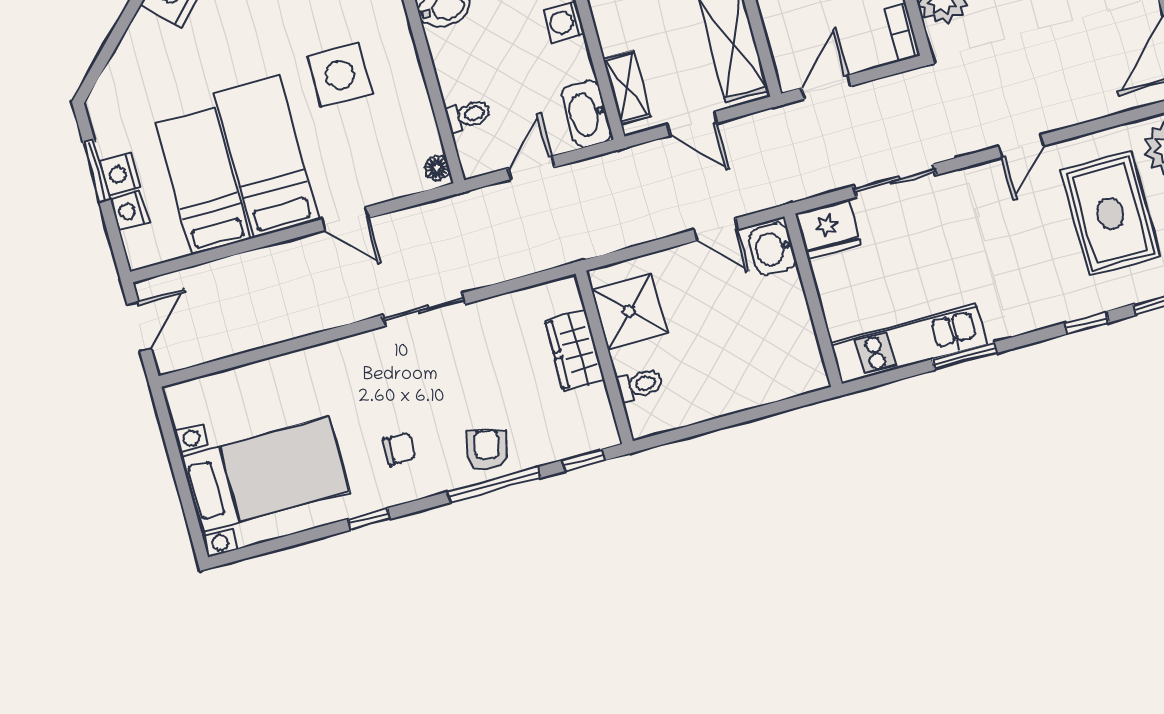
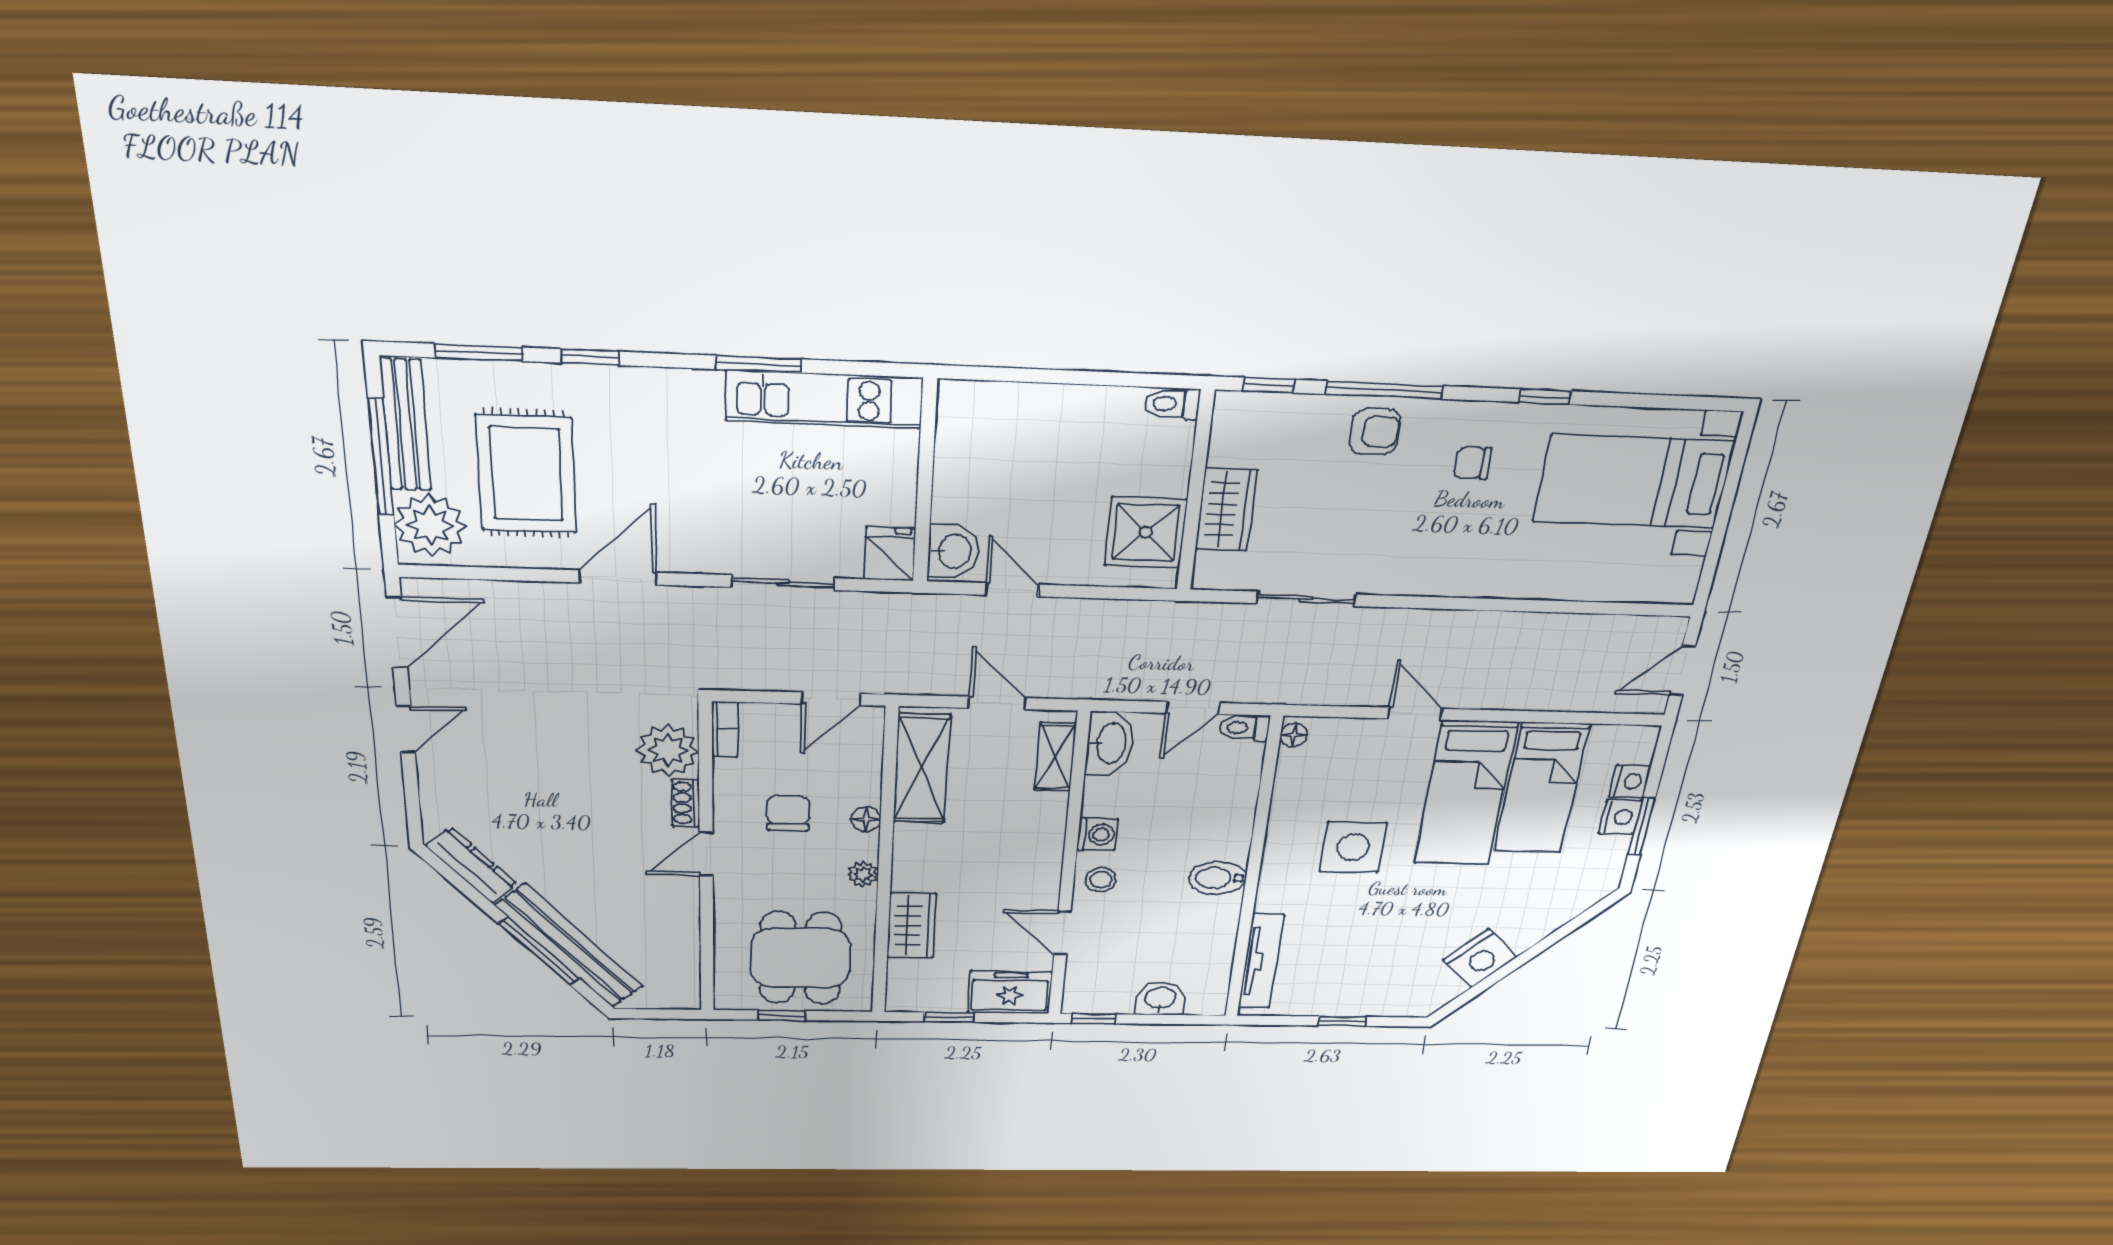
toilet: (468, 115) -> (1244, 728), moved
door: (1021, 146) -> (618, 578), width x1.38
fridge: (828, 229) -> (890, 554), width x0.72
sliding door: (424, 309) -> (1306, 599), moved
toilet: (640, 385) -> (1172, 404), moved
armchair: (487, 450) -> (1375, 432), turned -104

